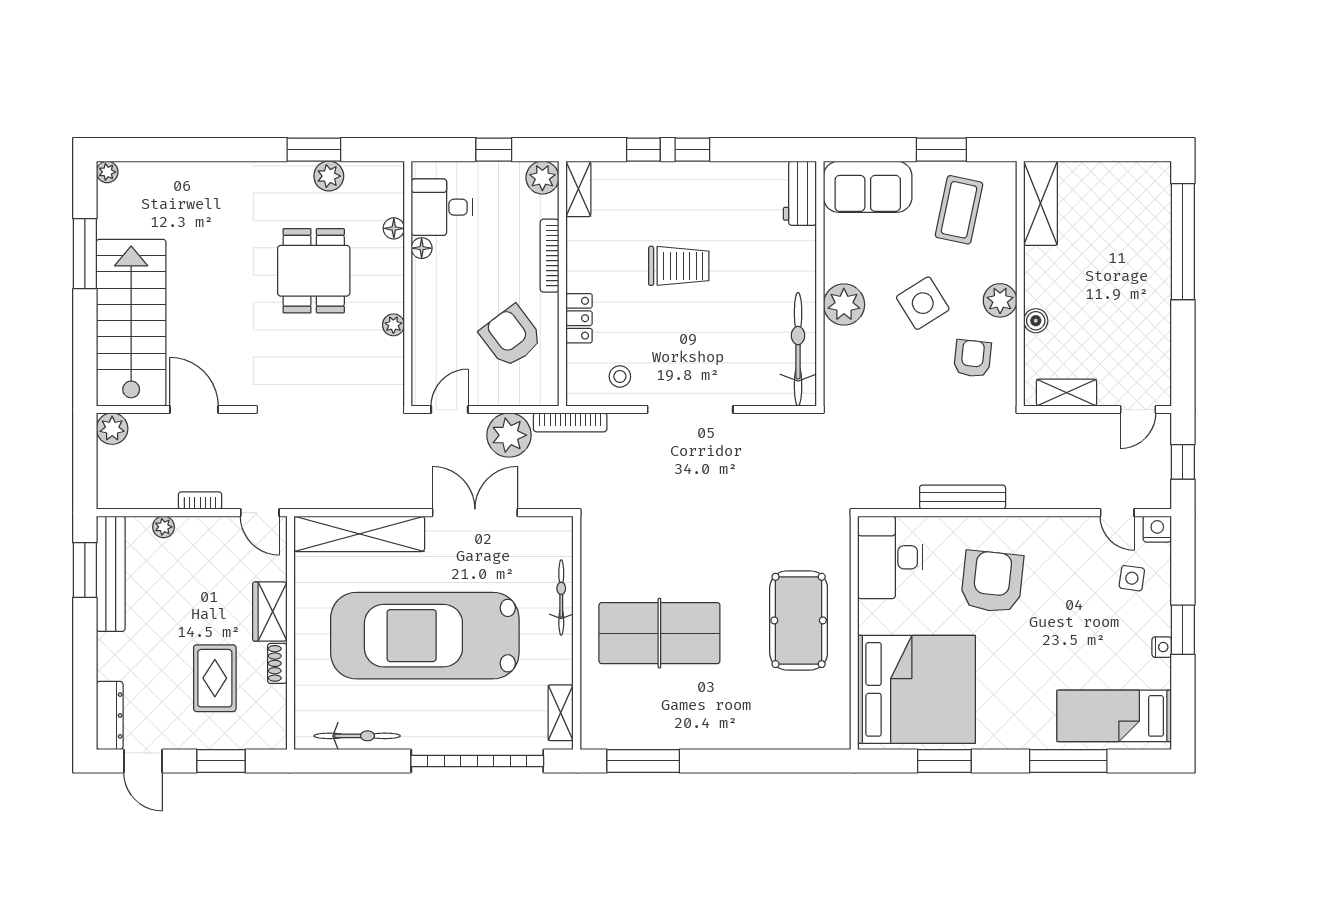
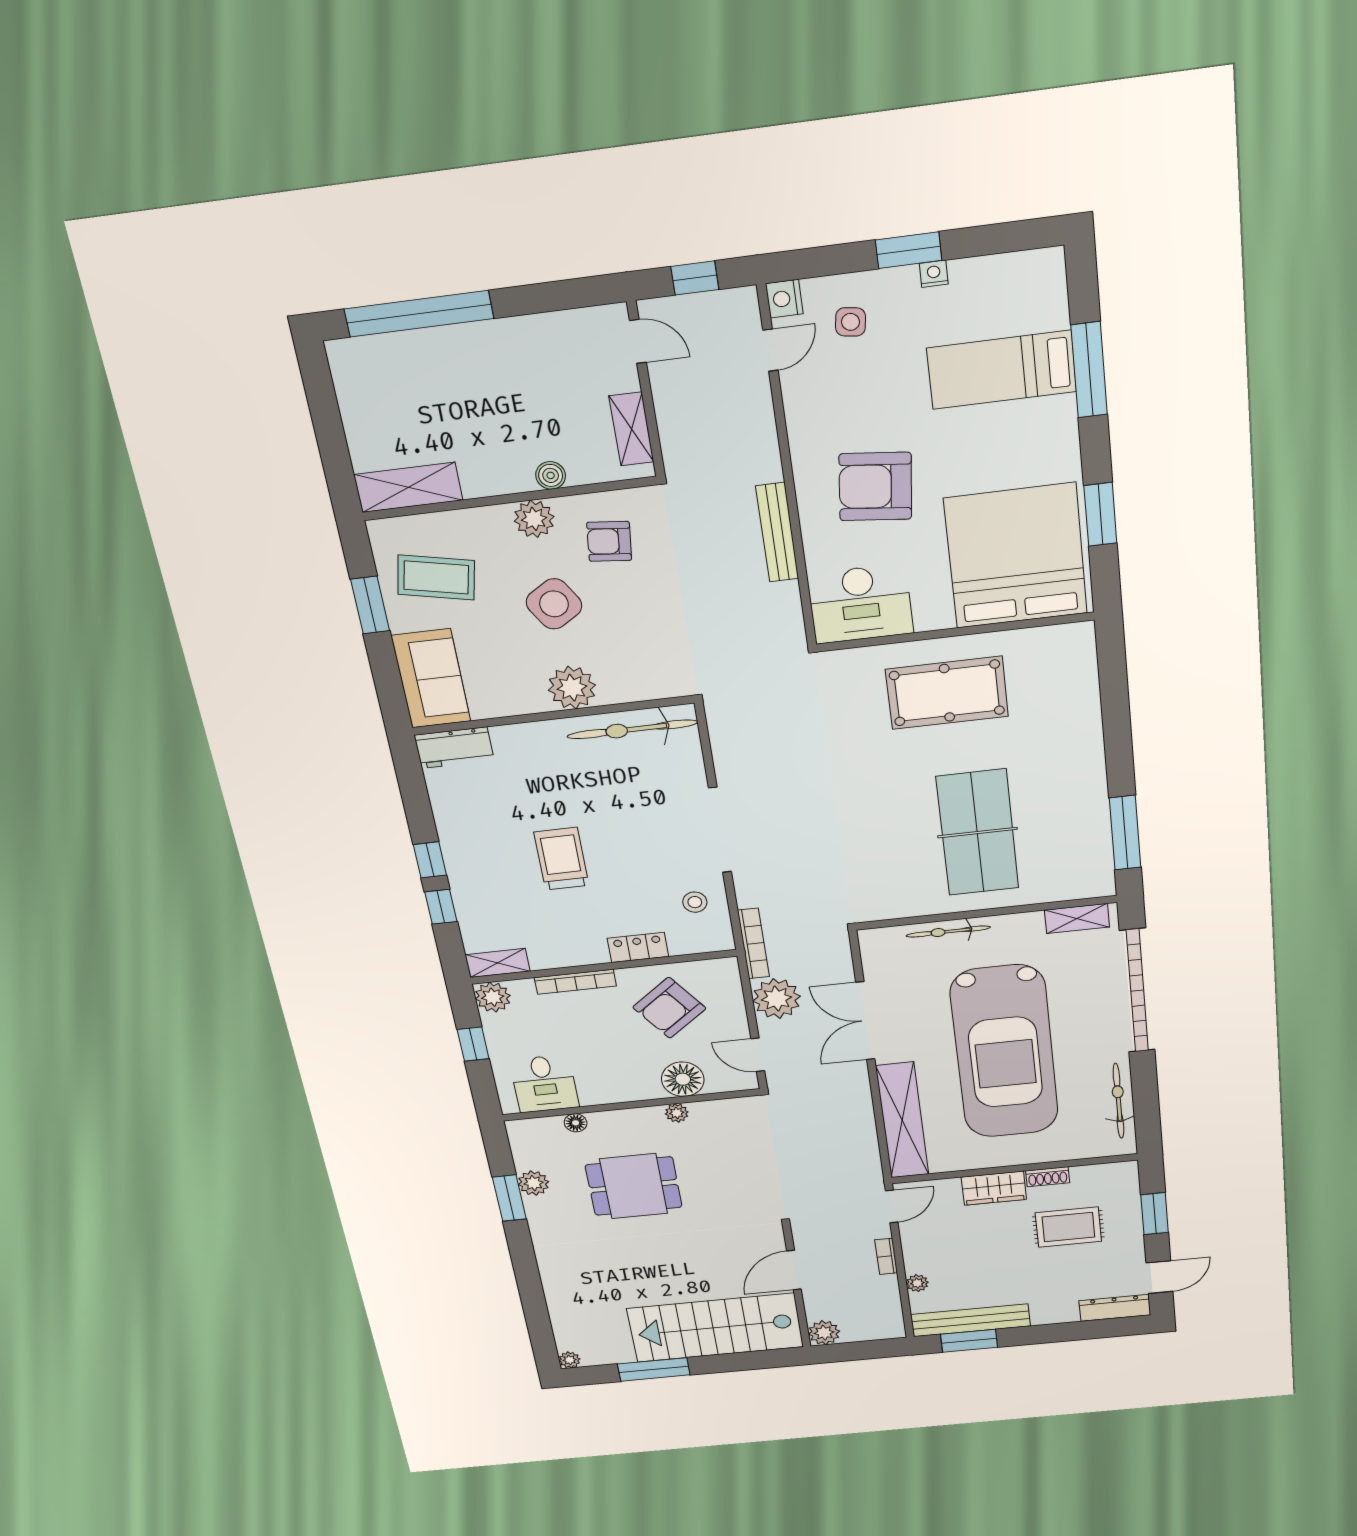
floor lamp: (422, 248) -> (683, 1079), moved, width x1.89, depth x1.89
bed: (1114, 716) -> (1002, 370), moved, turned 90

